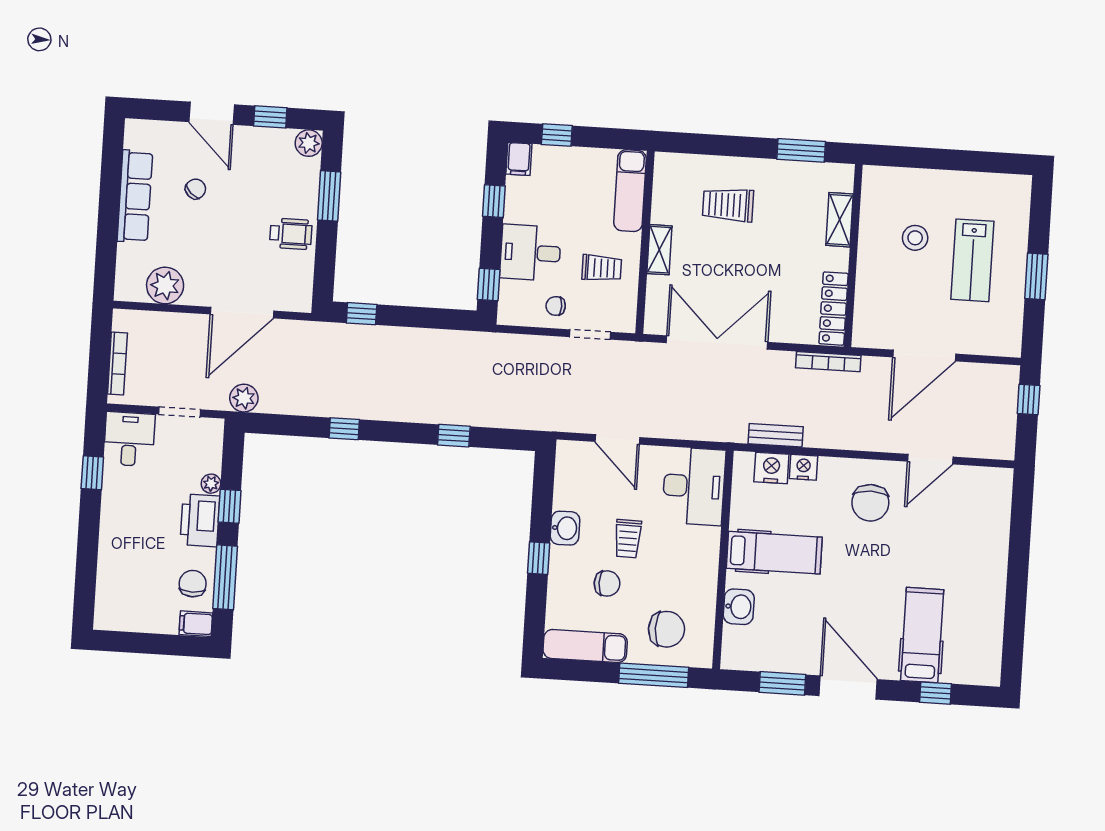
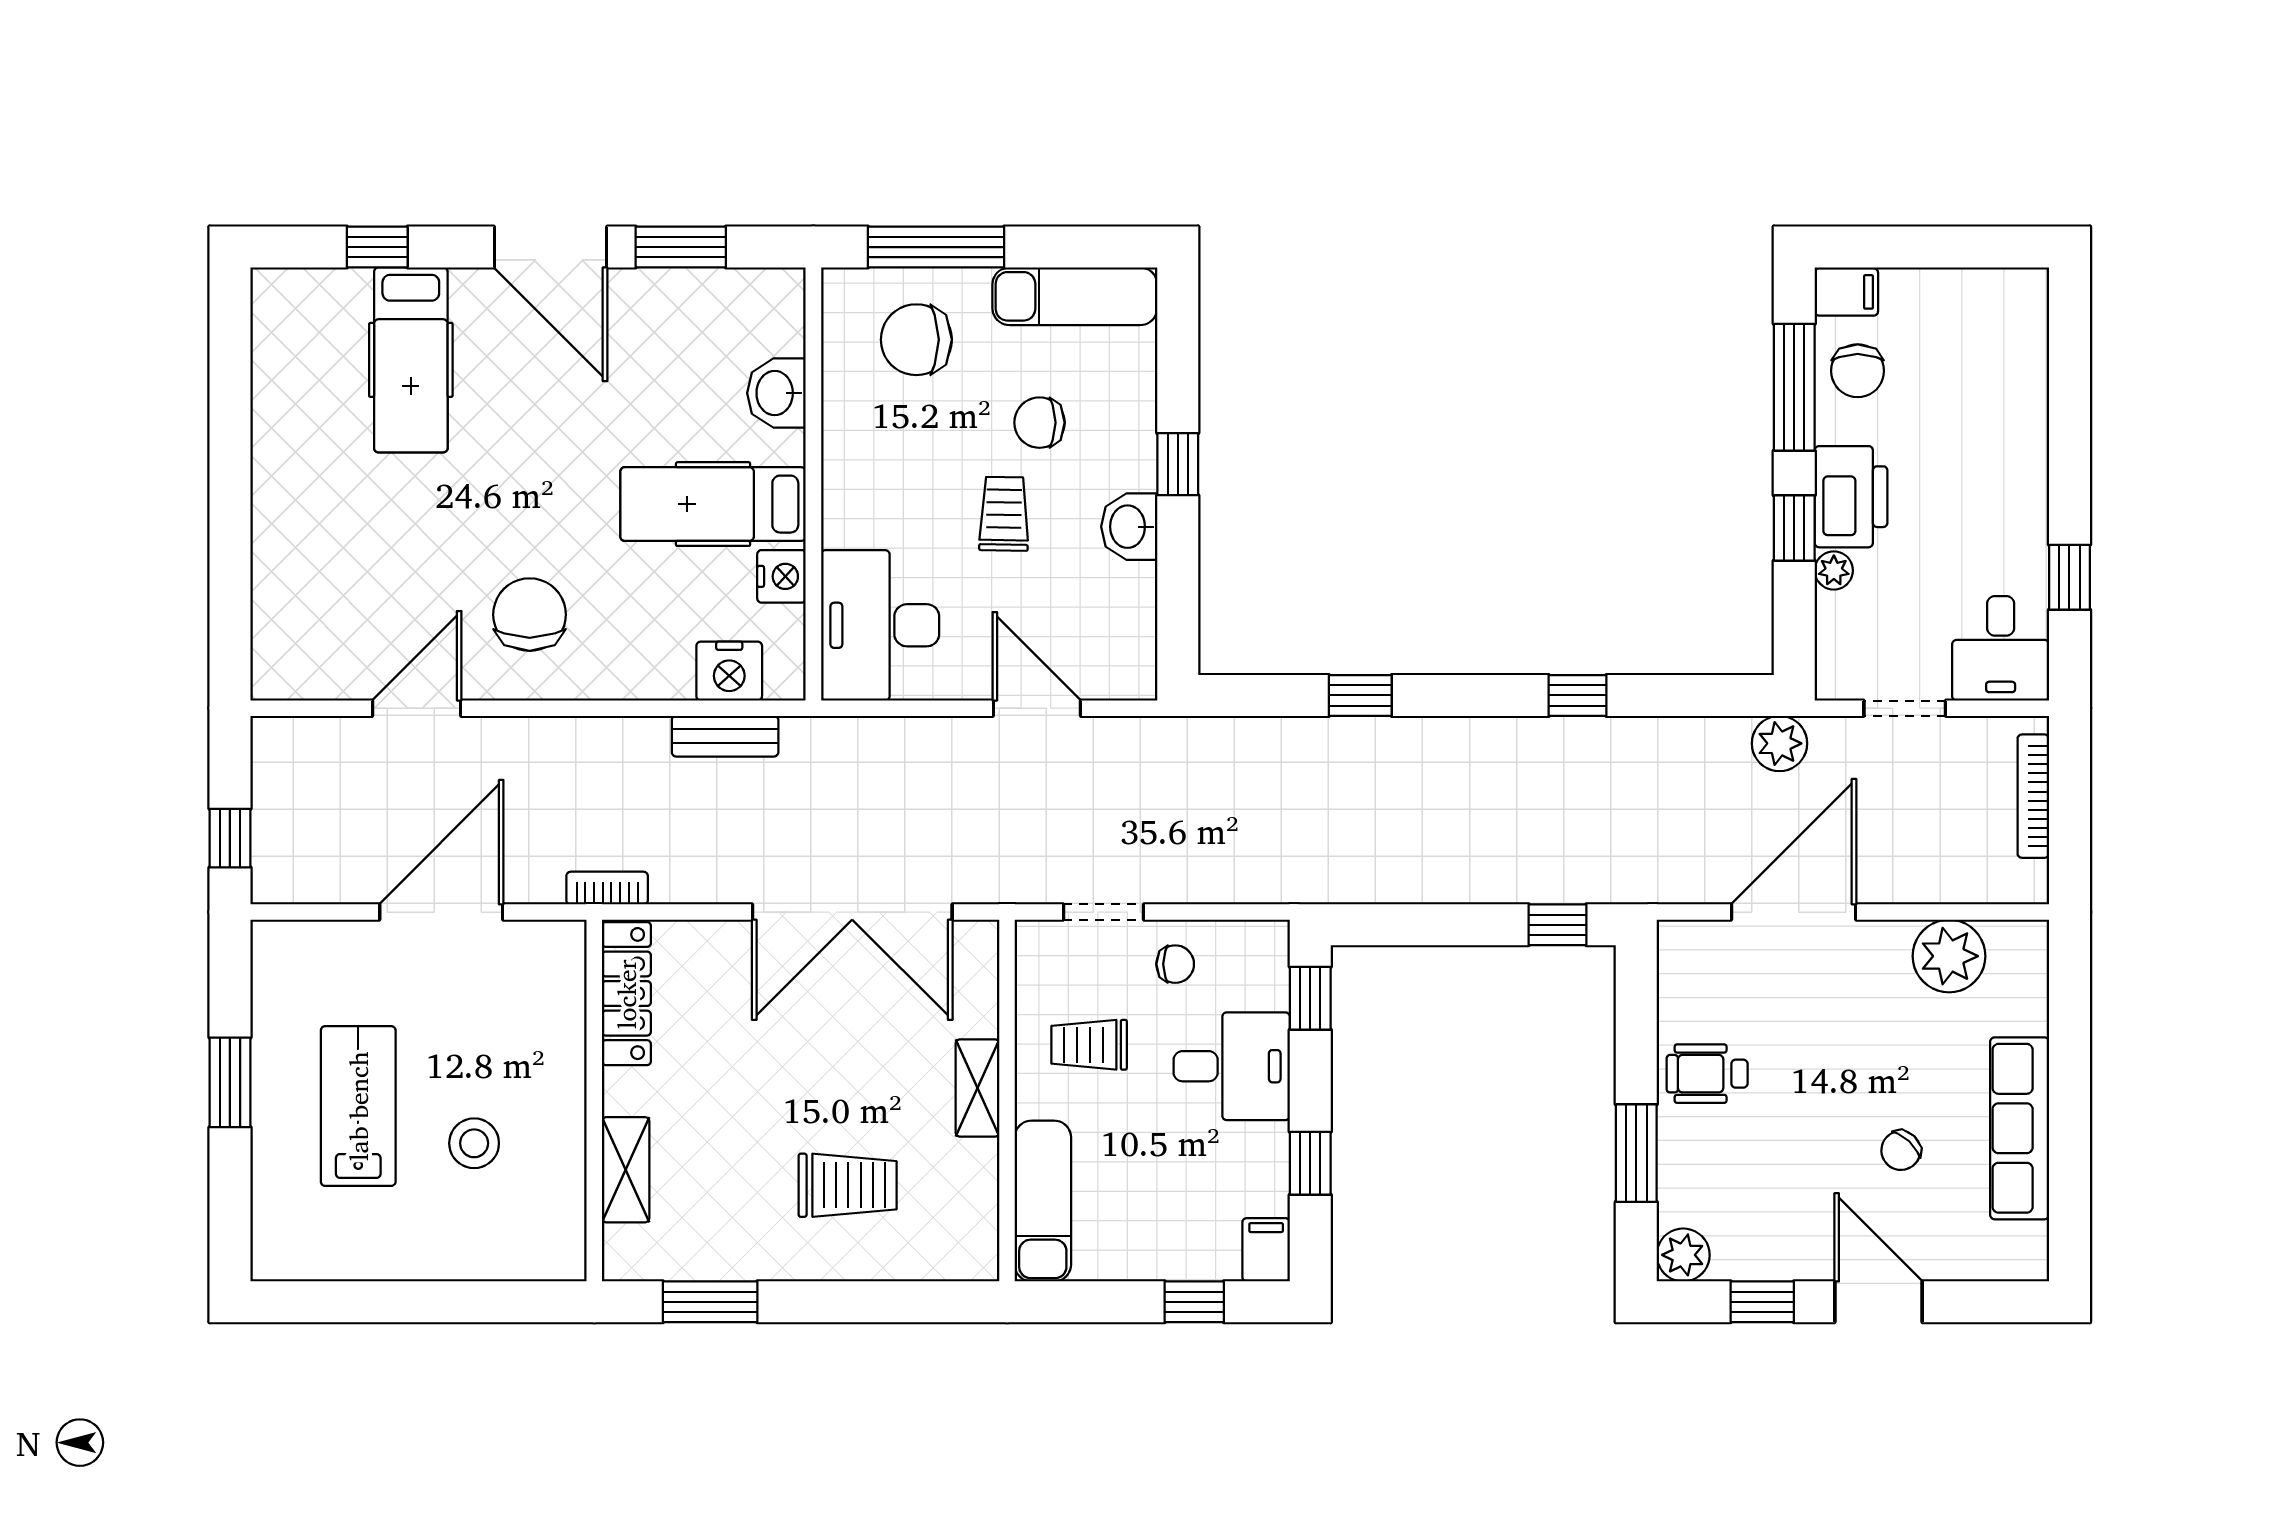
bookcase: (828, 362) -> (607, 888), width x0.64
nightstand: (803, 467) -> (781, 576), moved, turned -90

